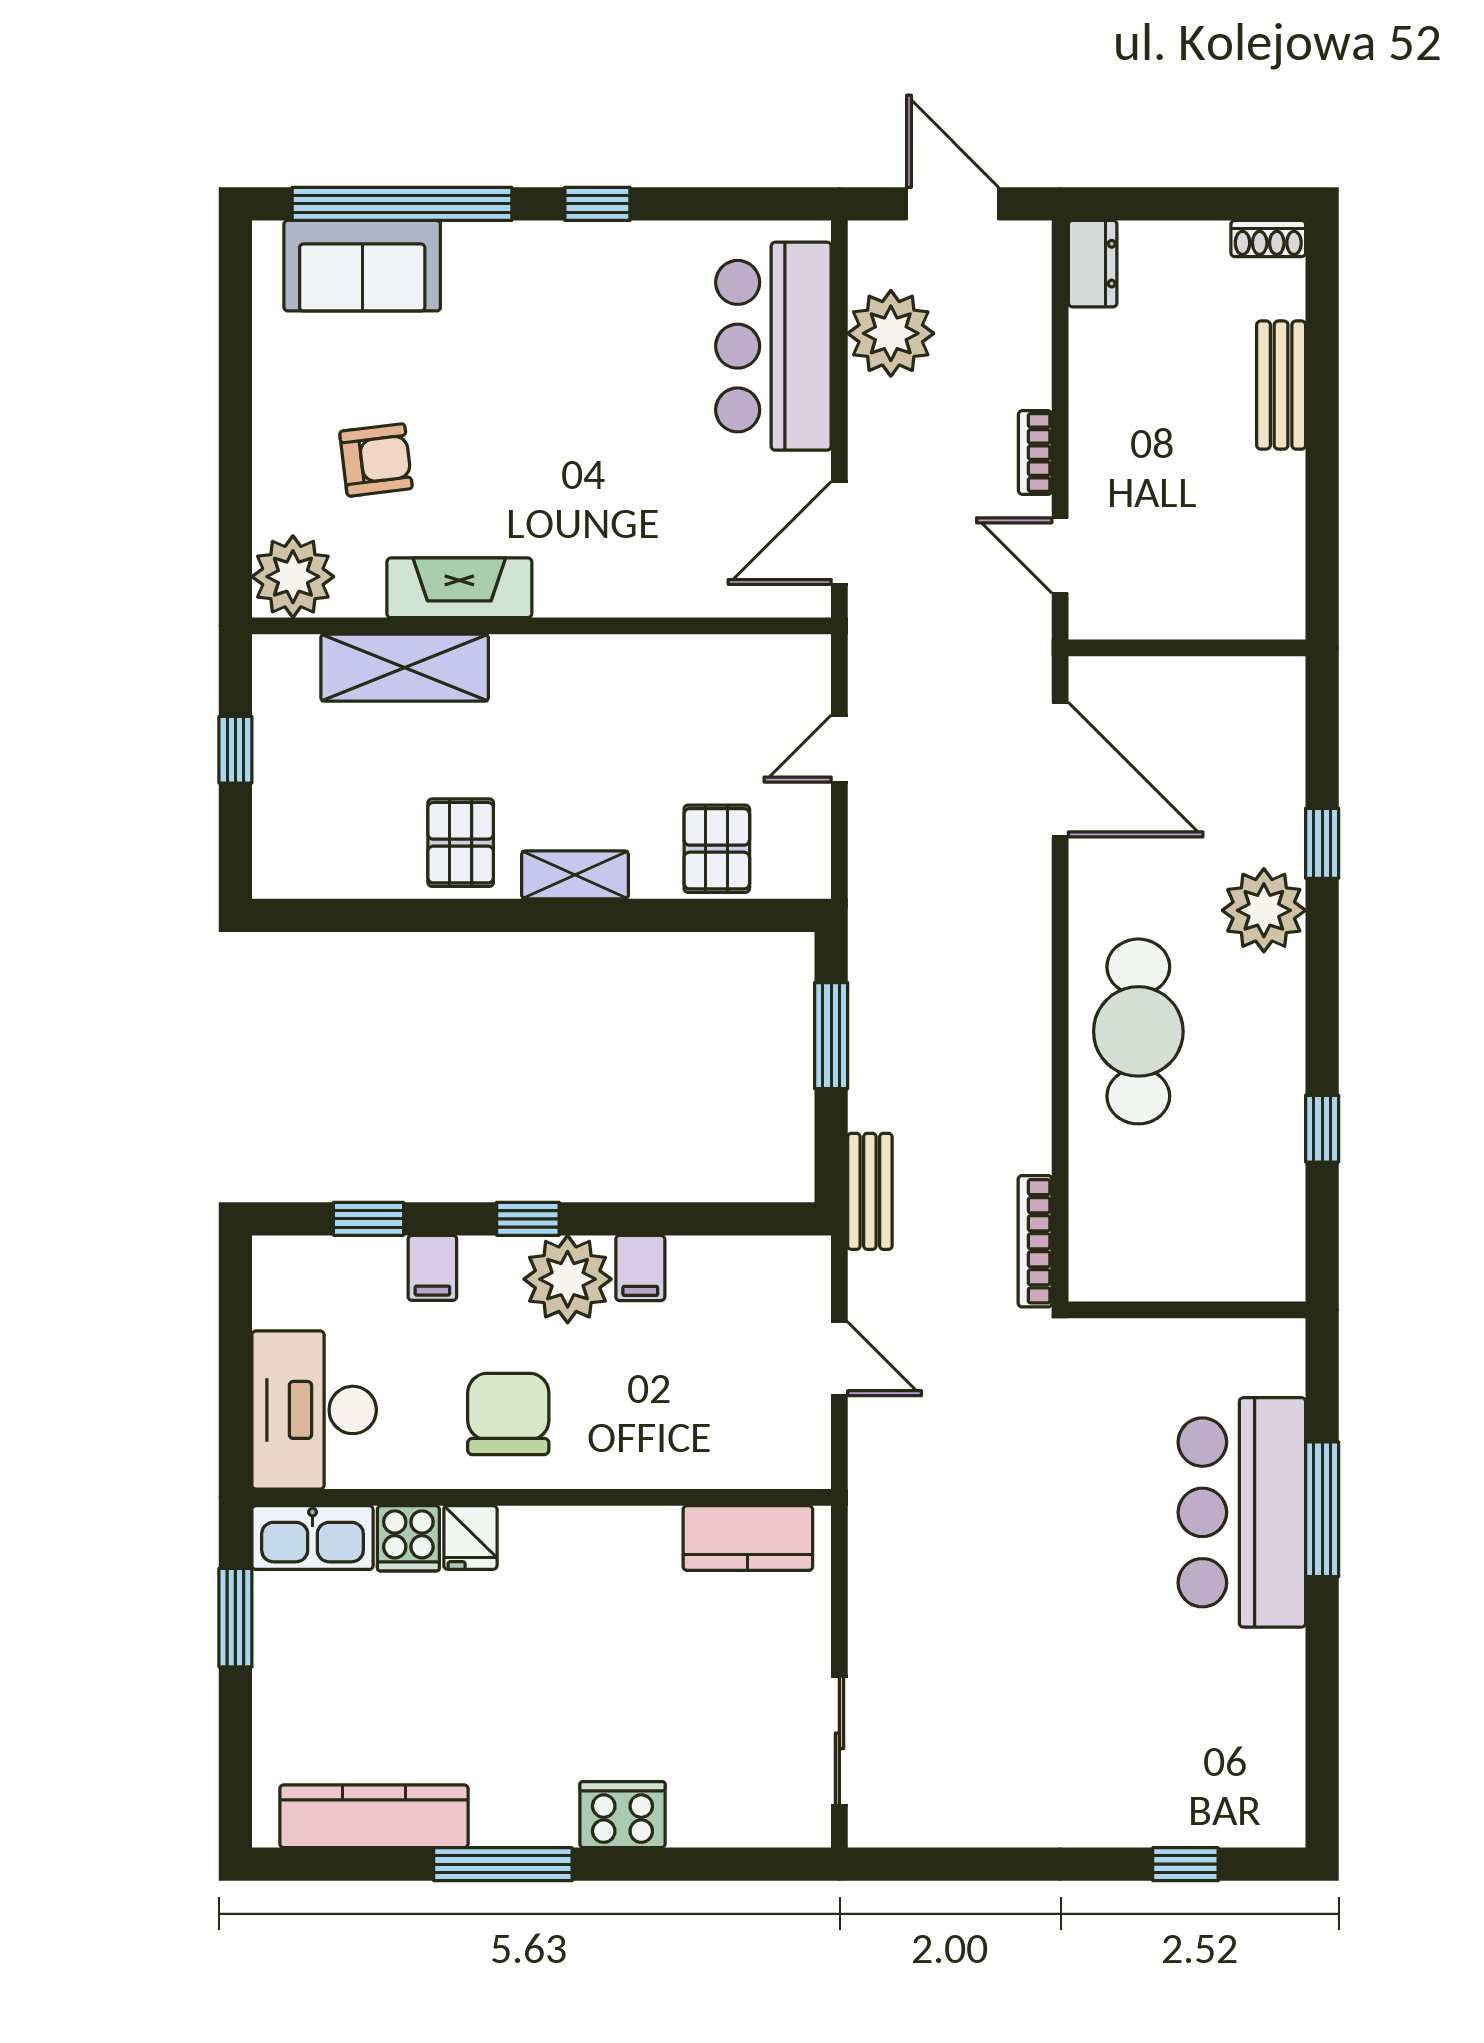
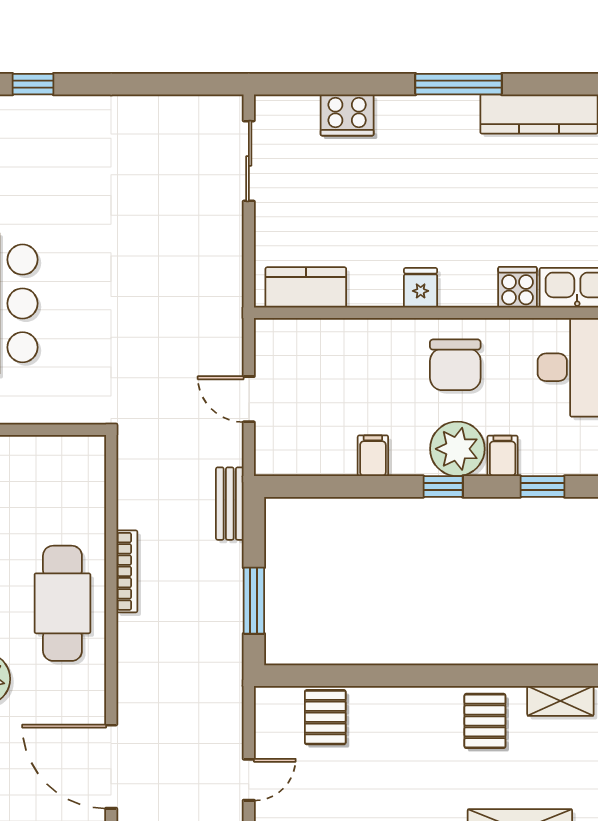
shelving: (575, 875) -> (560, 701), moved
bookcase: (1035, 1241) -> (127, 571), moved
plant: (568, 1279) -> (457, 449), moved
fridge: (470, 1537) -> (421, 288), moved
cooker: (622, 1815) -> (347, 115), moved

